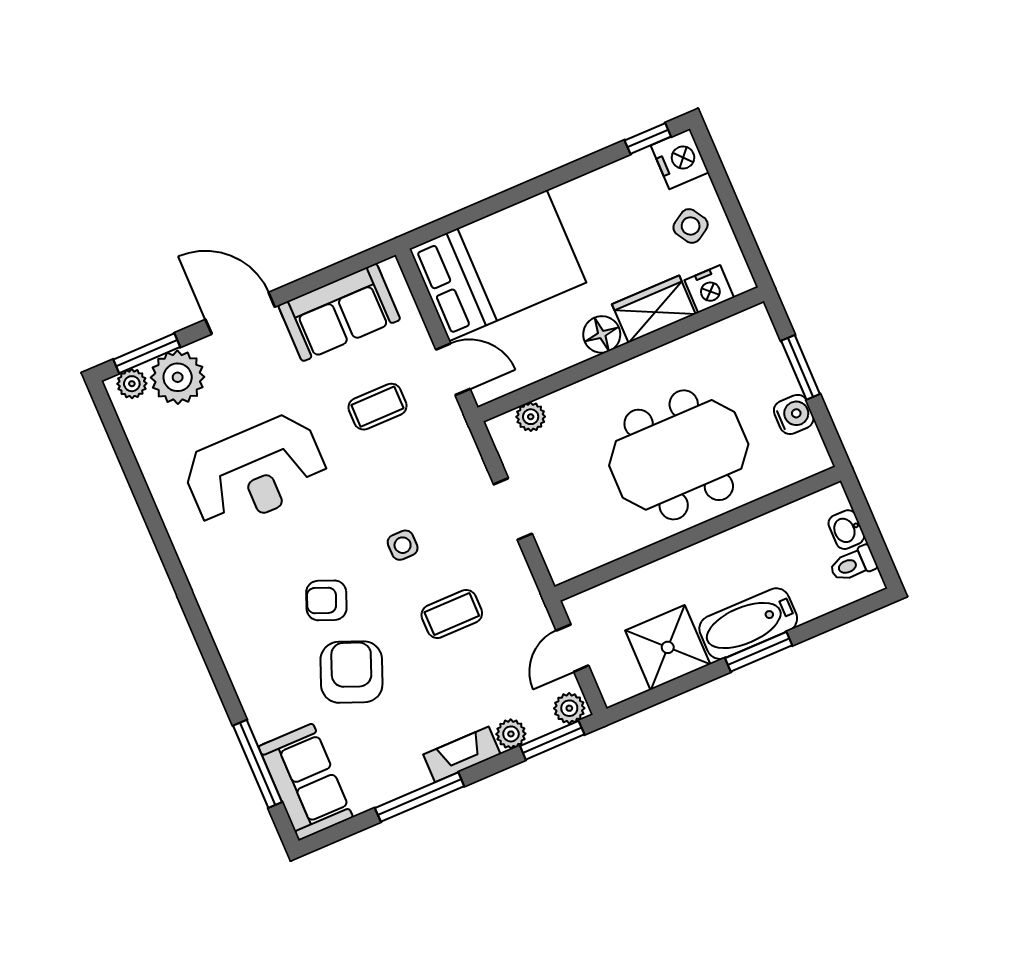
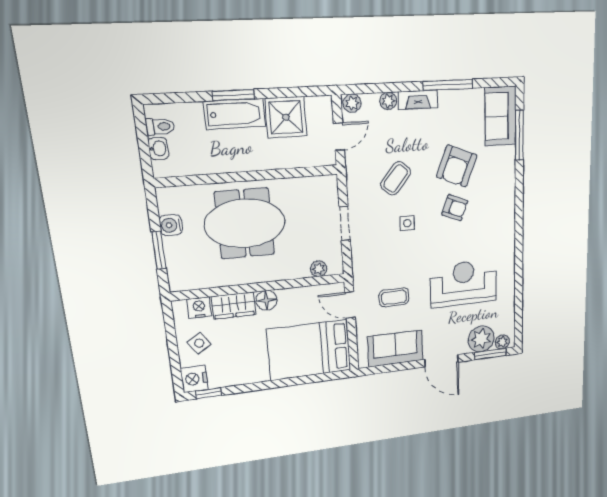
coffee table: (452, 614) -> (396, 178), turned -50
window: (552, 740) -> (368, 89), removed

